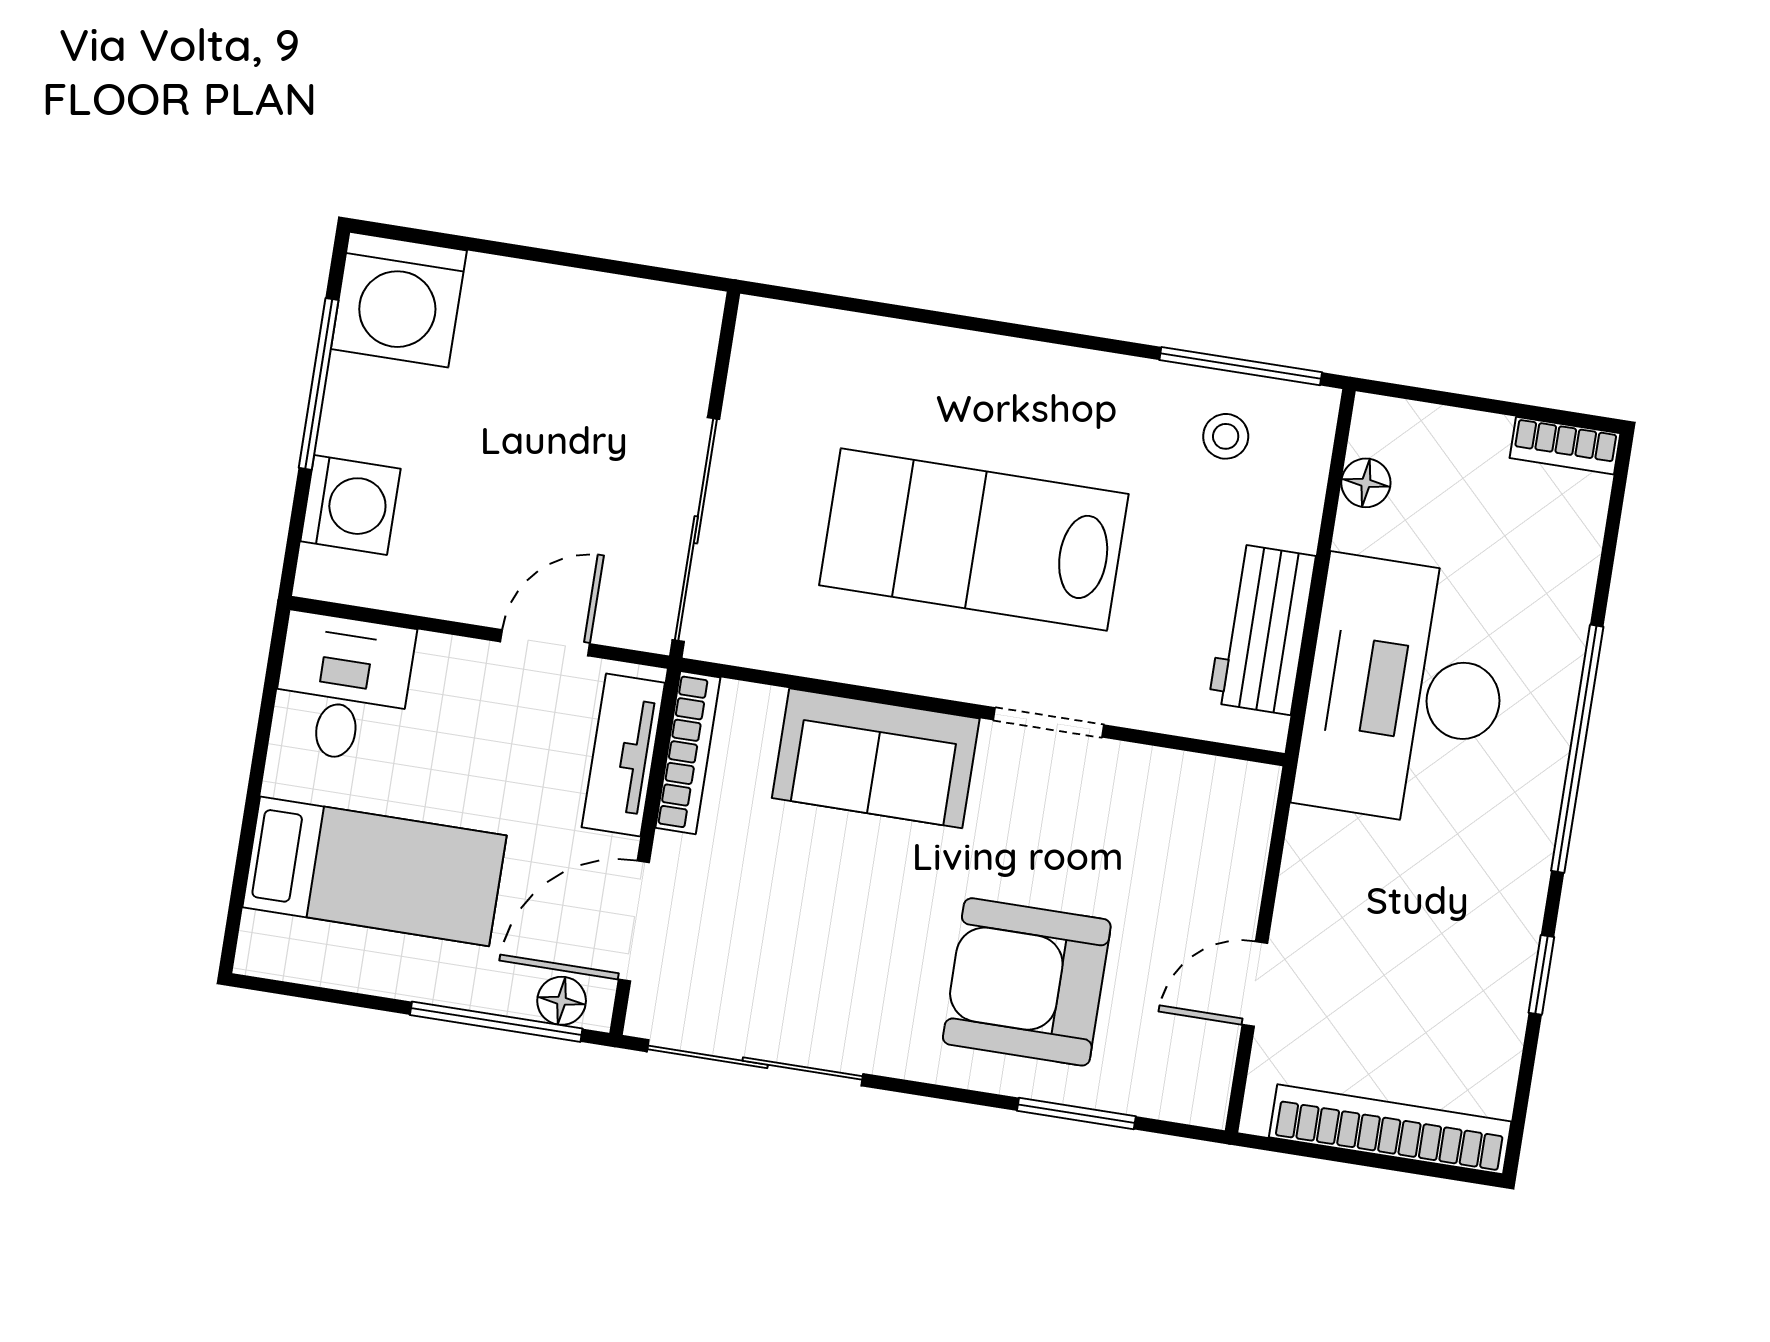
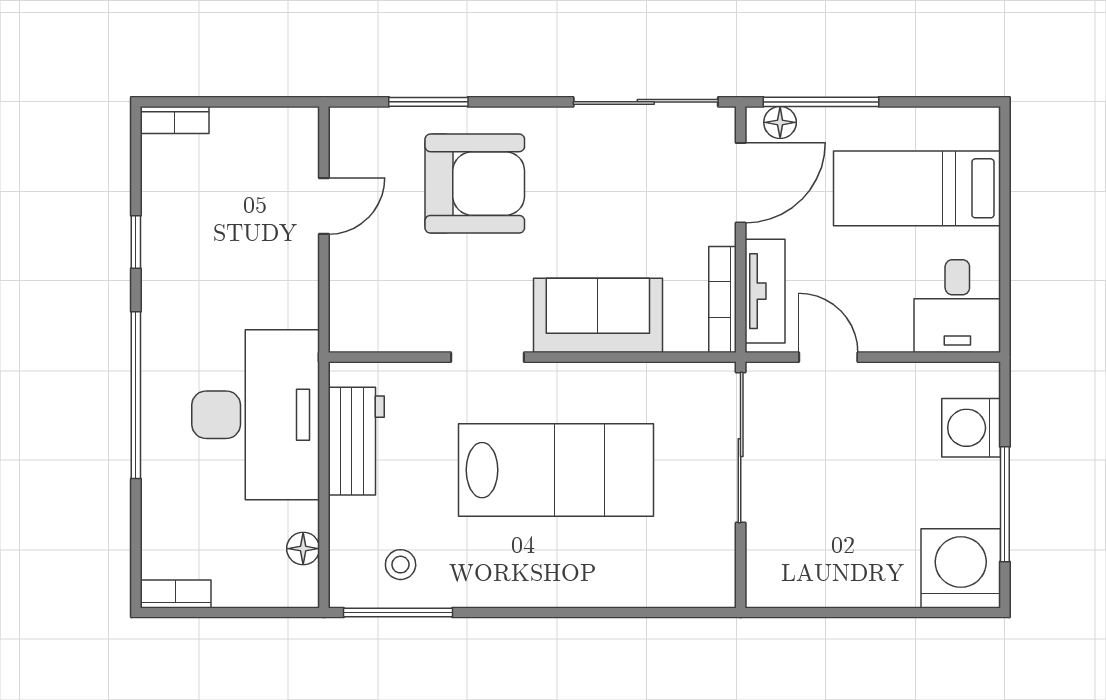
door: (545, 643) -> (828, 357), swing flipped
bookcase: (1390, 1129) -> (175, 120), width x0.43, depth x0.76

